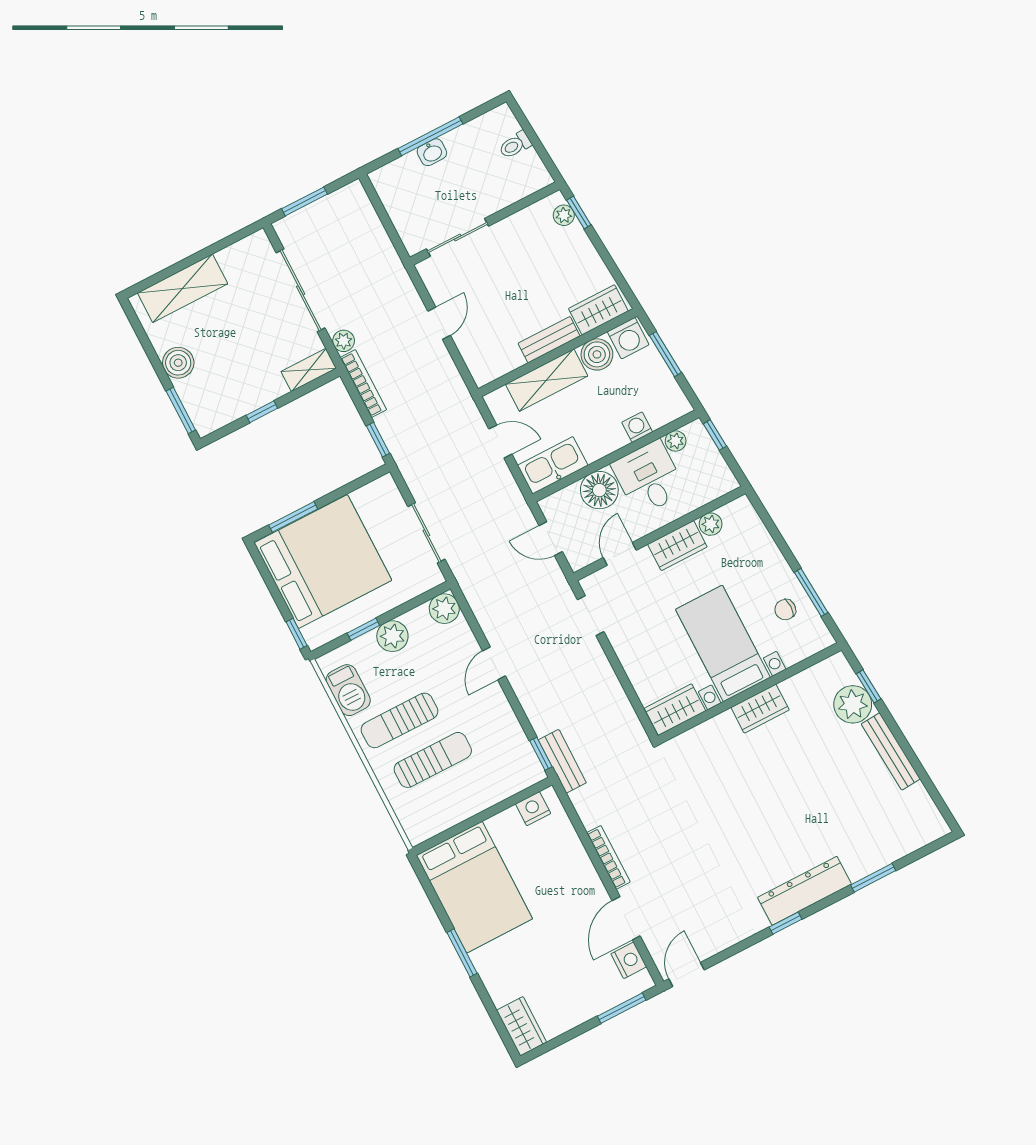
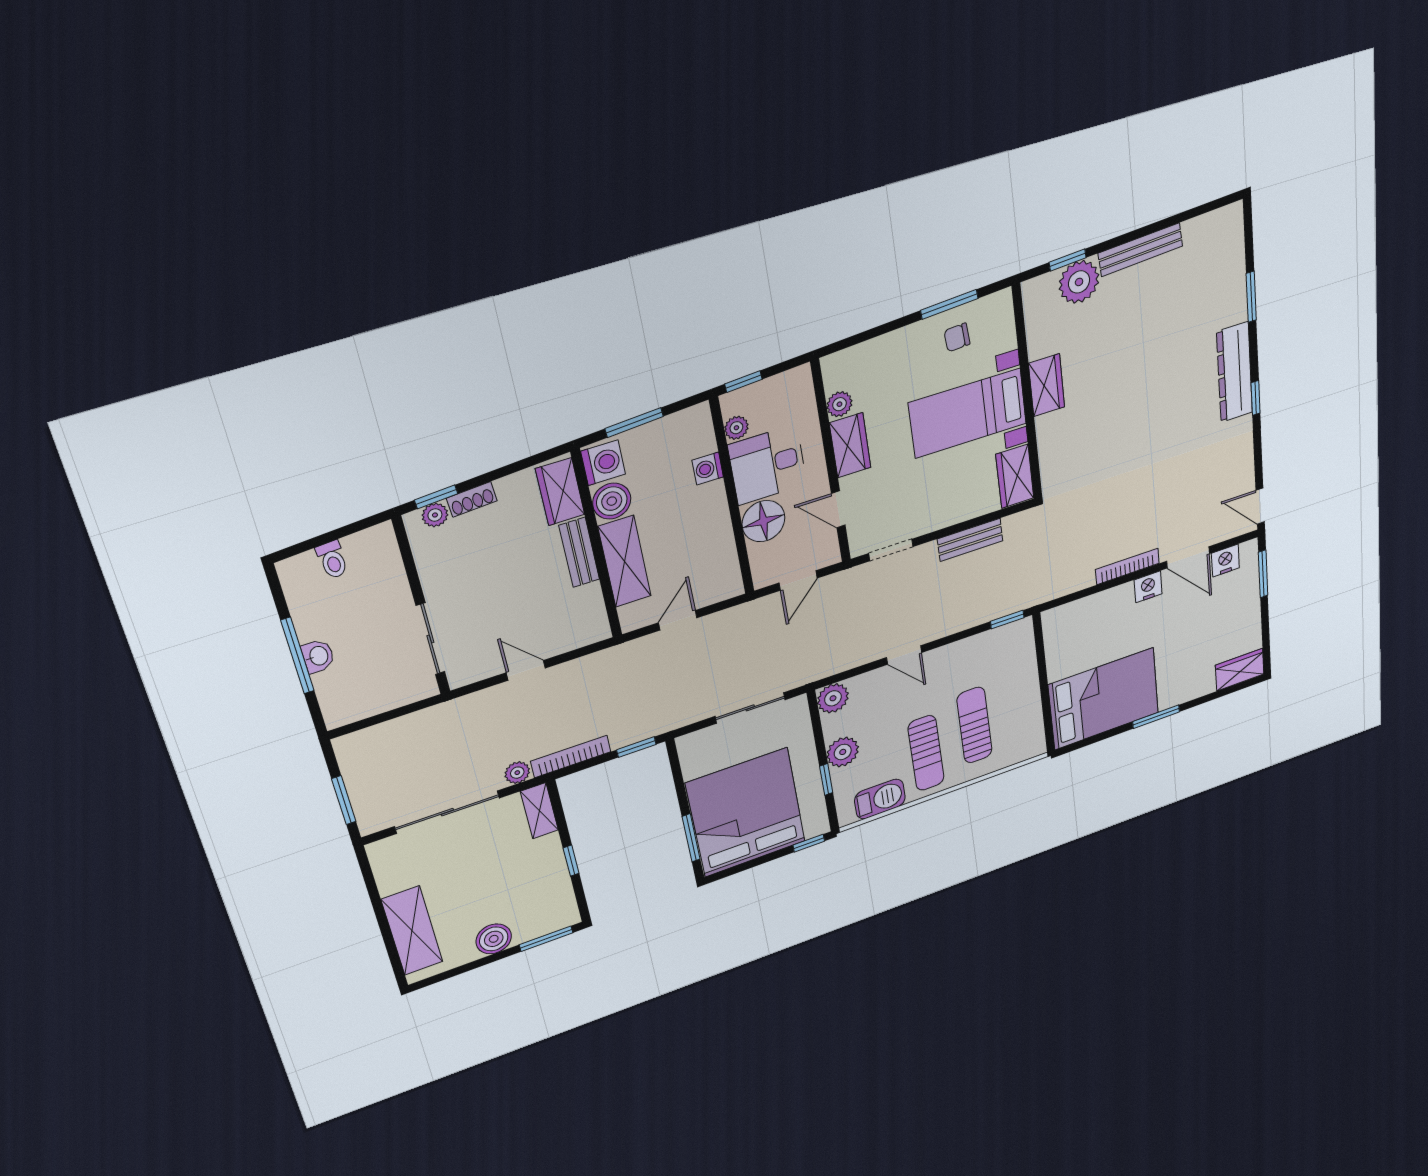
shoe rack: (581, 241) -> (472, 499), added
kitchen sink: (553, 465) -> (721, 568), removed
chair: (785, 610) -> (957, 337), turned 86
bench: (562, 761) -> (970, 540), moved
nightstand: (533, 809) -> (1148, 587), moved, turned 90

